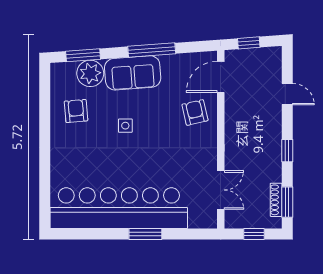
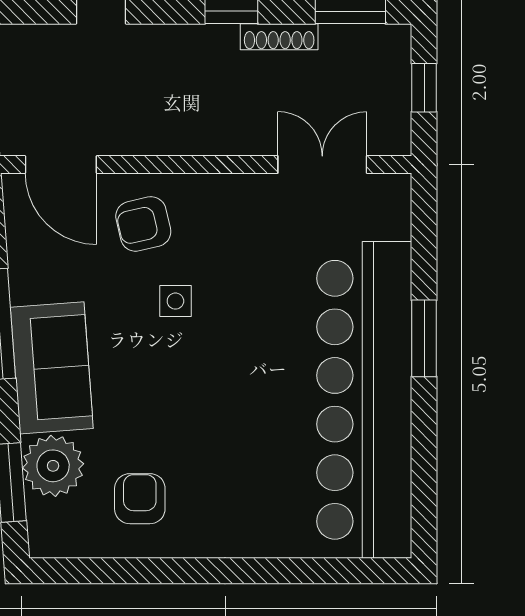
armchair: (76, 111) -> (140, 499), turned 95
side table: (125, 126) -> (175, 301), moved
shoe rack: (276, 200) -> (279, 37), moved

